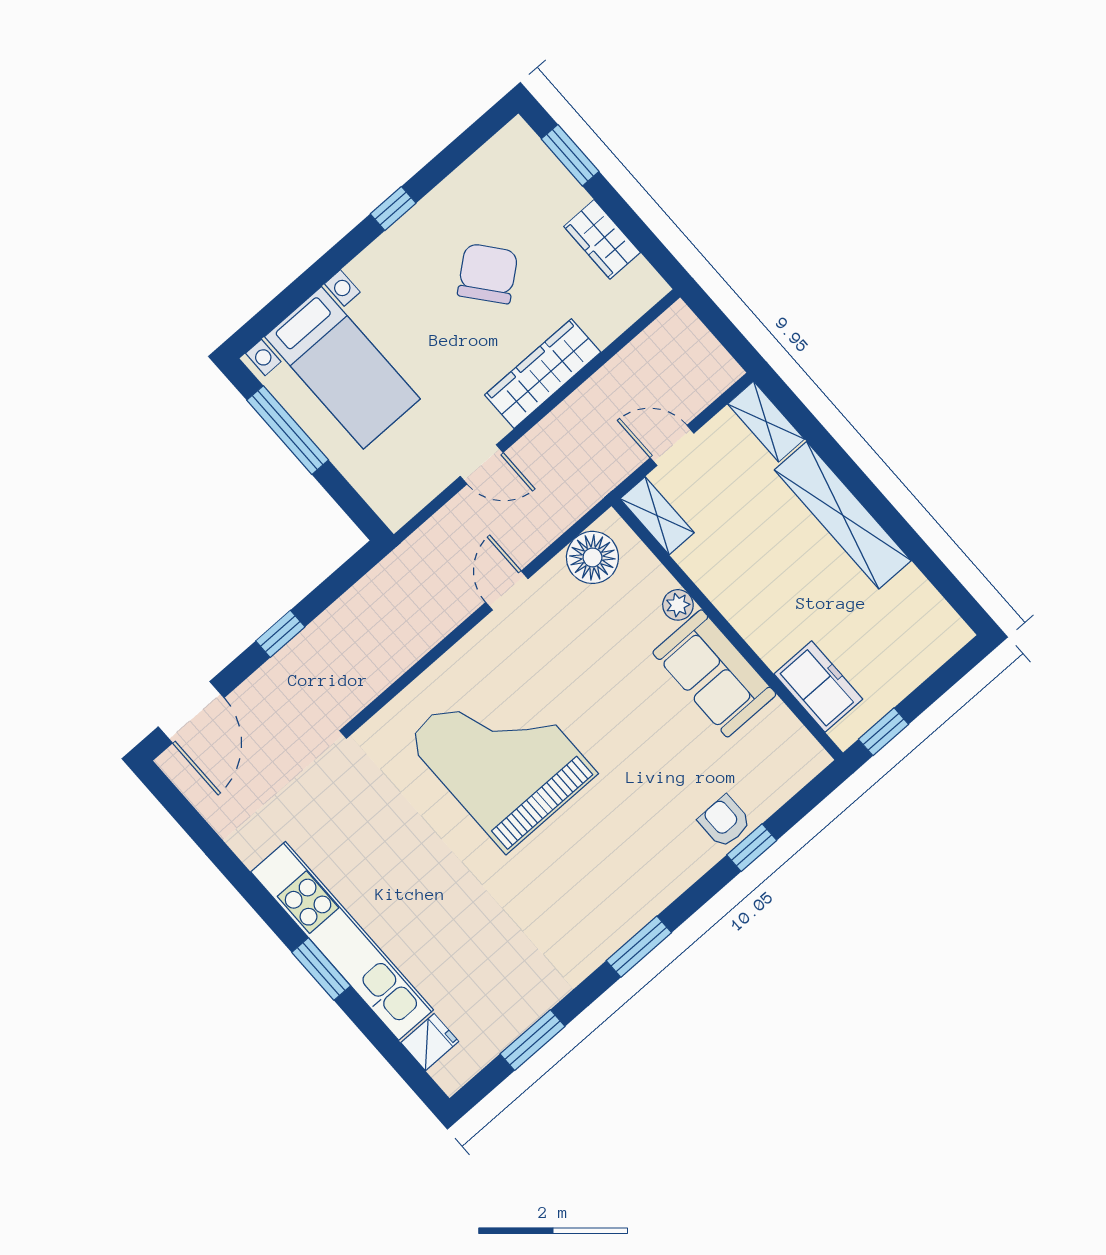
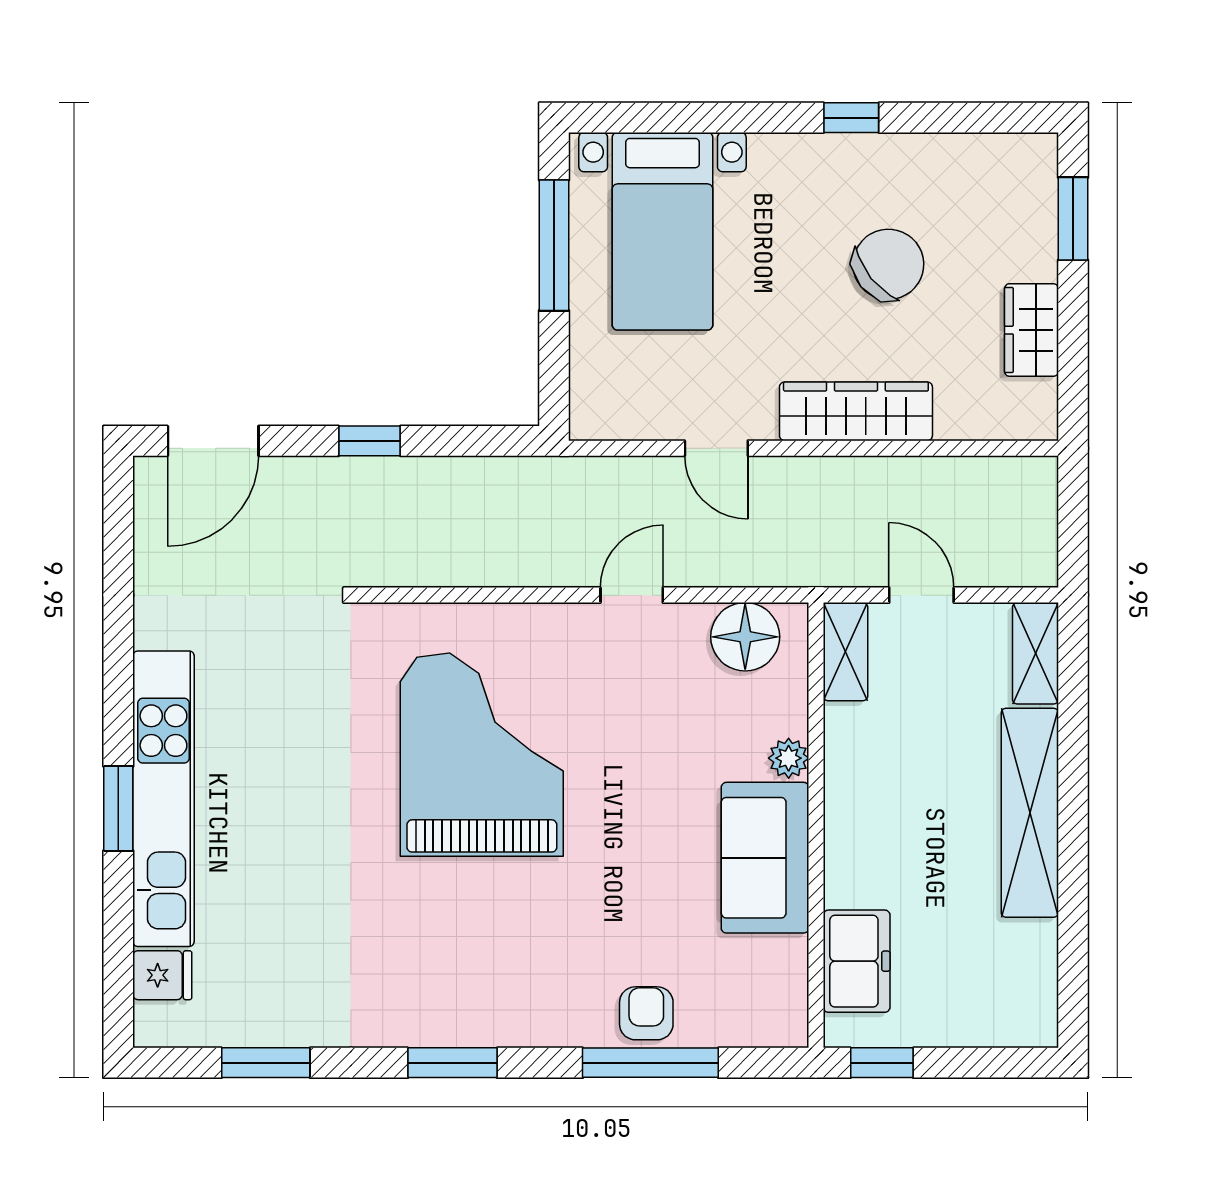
window: (752, 848) -> (650, 1063), width x2.17

